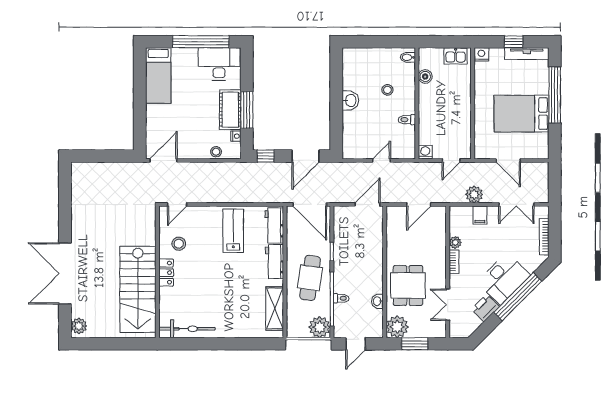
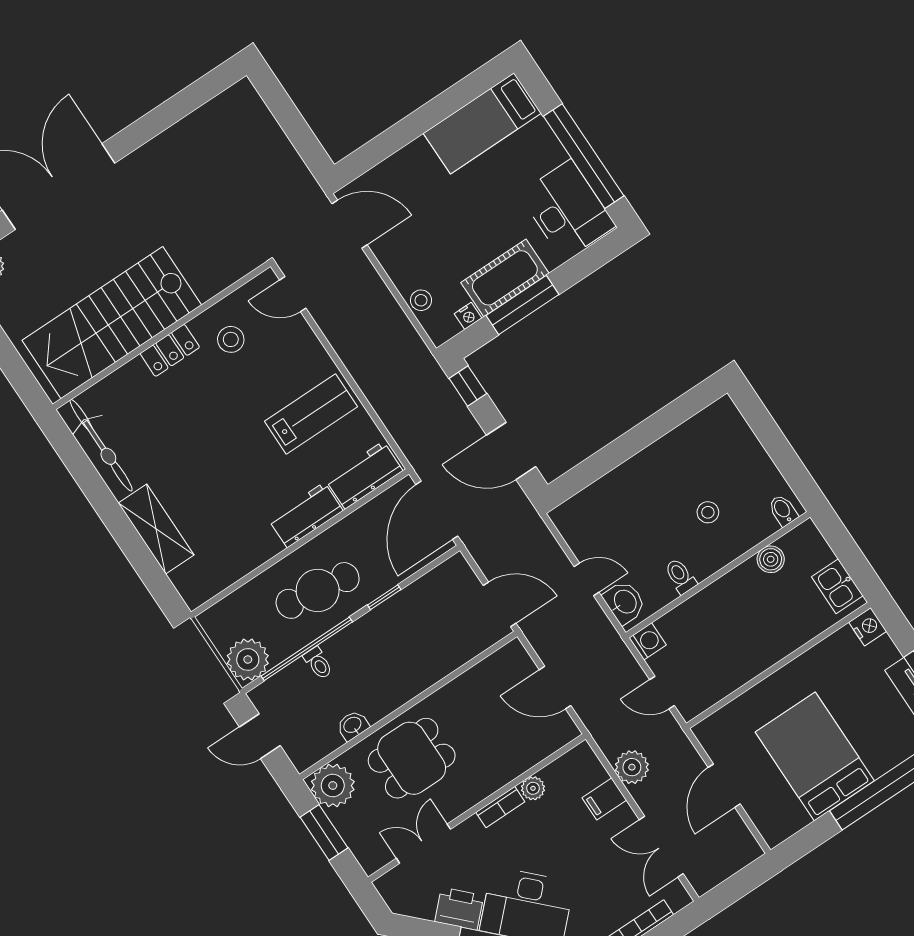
washbasin: (350, 101) -> (624, 602), moved, turned -90
shelving: (275, 308) -> (156, 529), moved, turned 90

